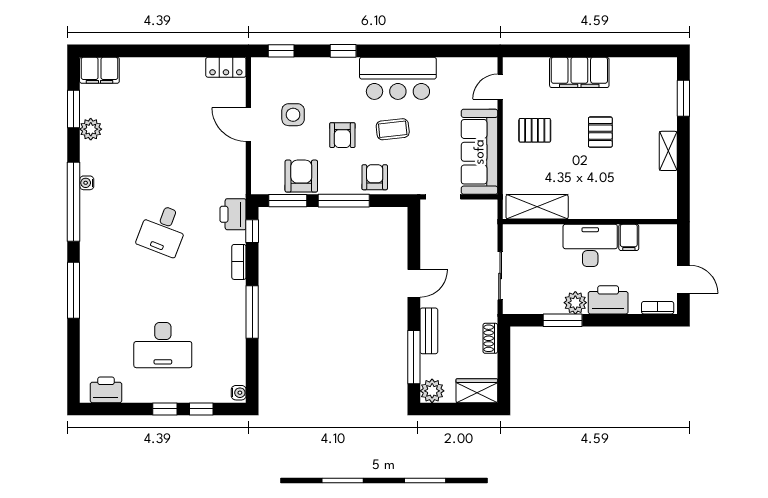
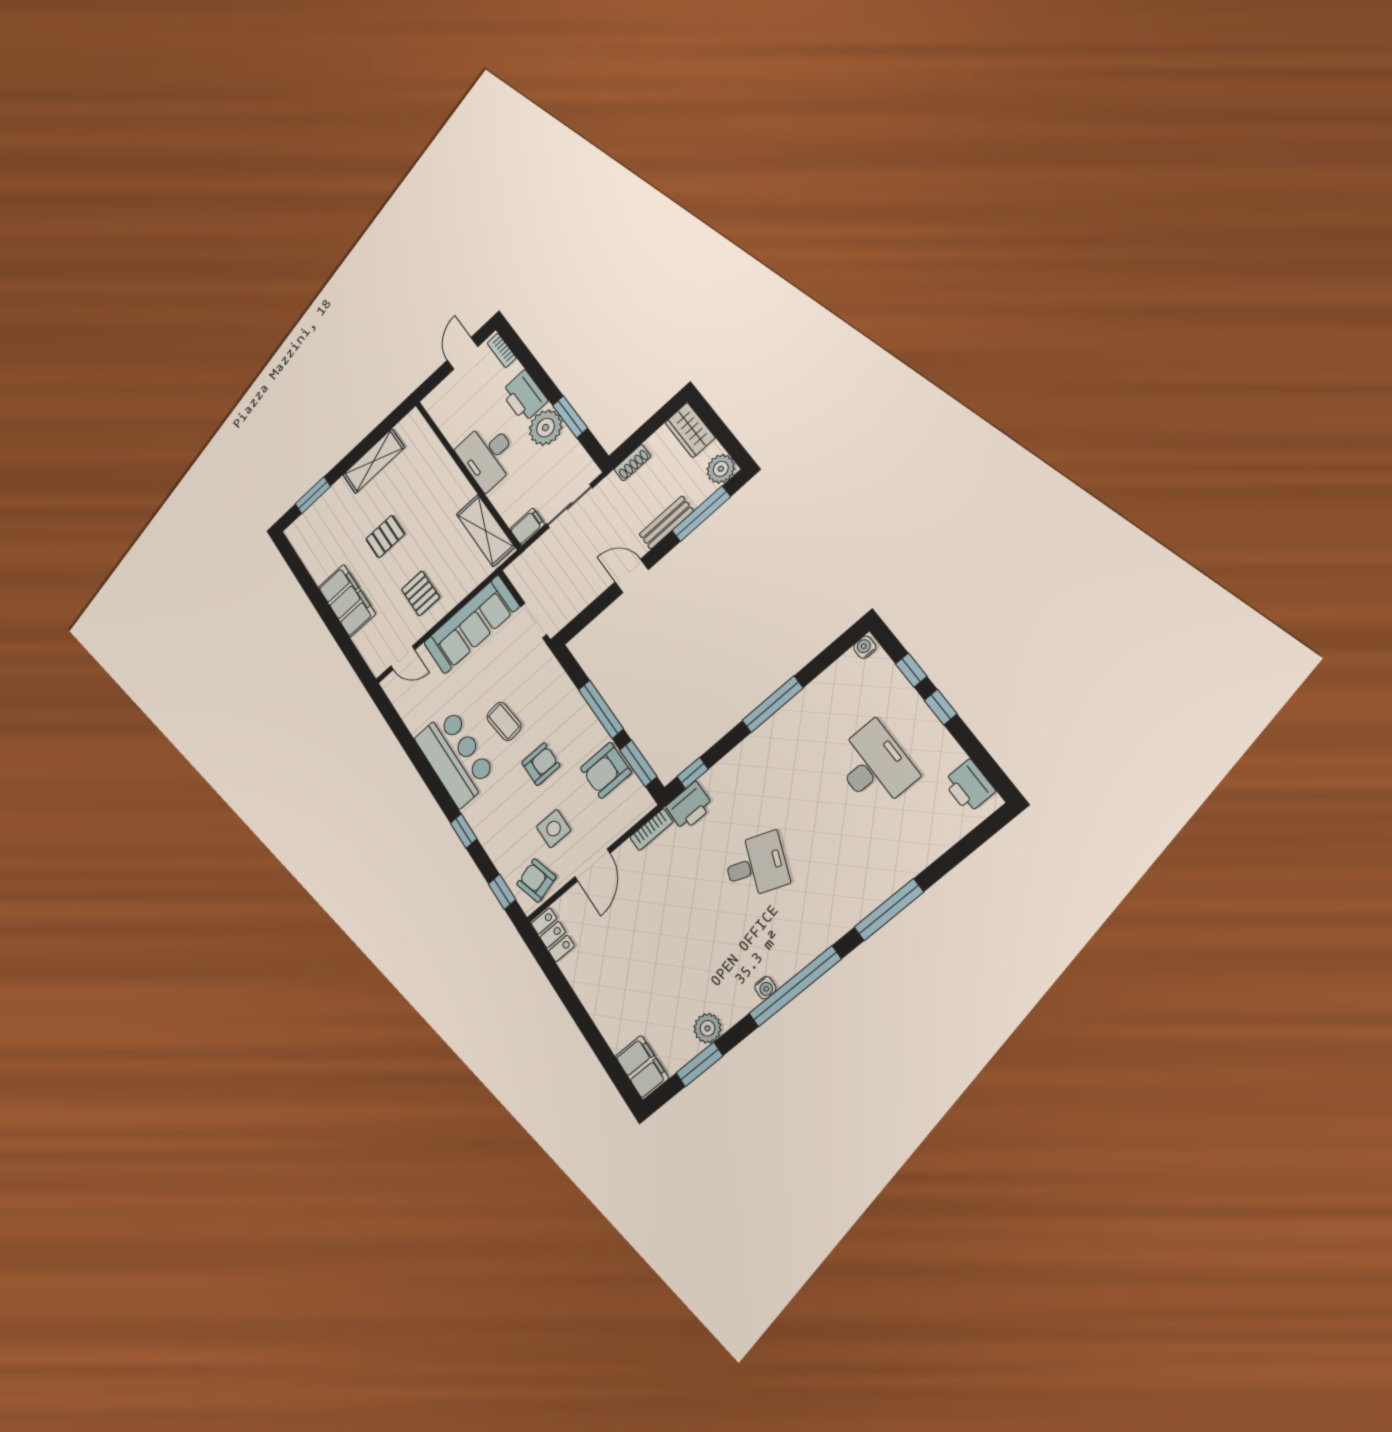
shelving: (668, 151) -> (374, 461), width x1.50, depth x1.33
armchair: (375, 177) -> (536, 880), moved, turned 74
filing cabinet: (629, 237) -> (527, 527), moved
bookcase: (239, 262) -> (651, 830), moved
plant: (575, 303) -> (546, 428), width x1.36, depth x1.36

